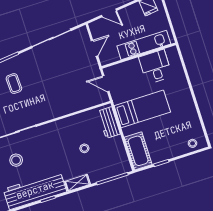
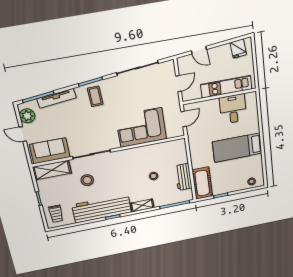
coffee table: (14, 84) -> (95, 96), moved
door: (106, 84) -> (184, 119), swing flipped
corner sofa: (64, 98) -> (141, 128), added
bed: (142, 109) -> (237, 148), moved, turned 180
workbench: (109, 122) -> (183, 177), moved

